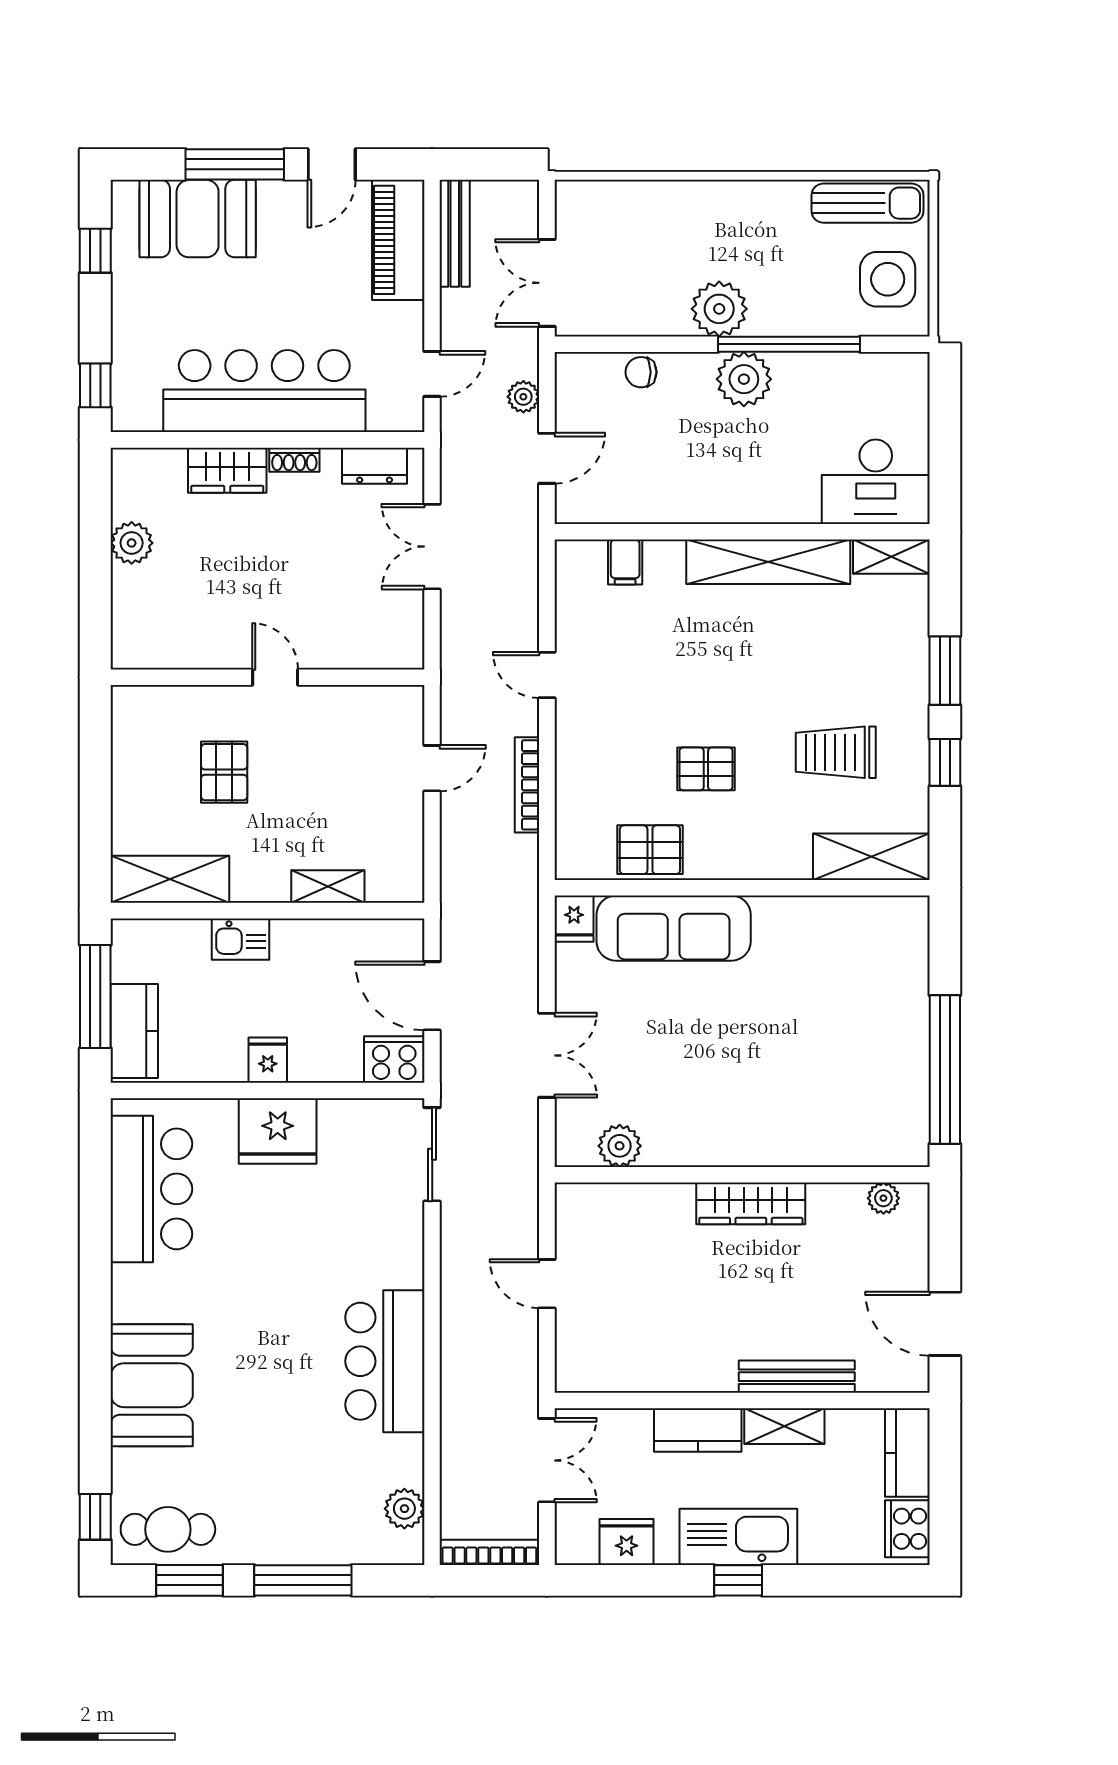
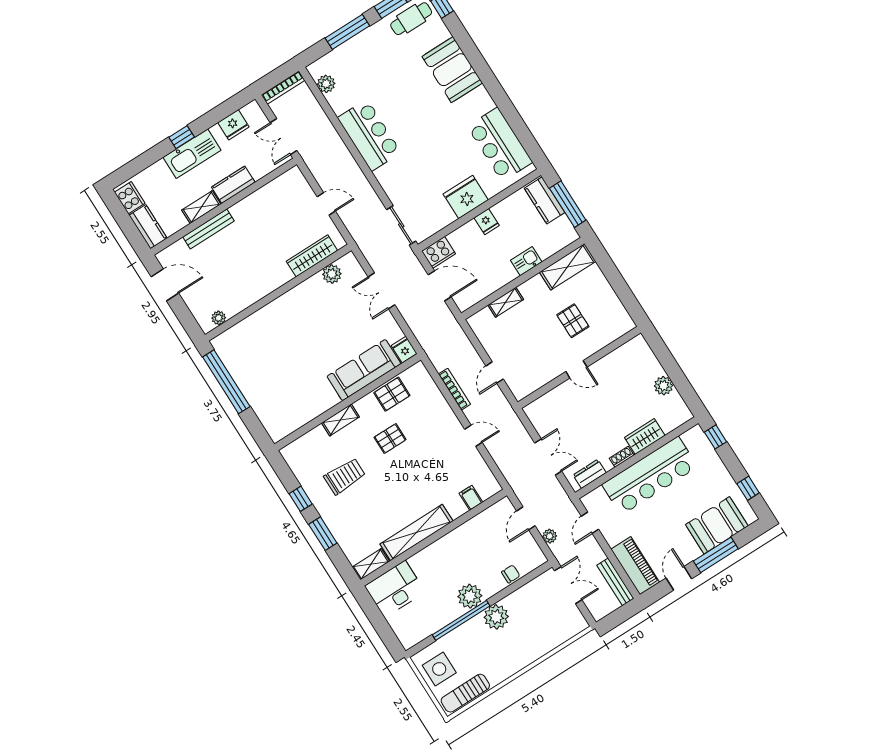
shelving: (871, 857) -> (340, 420), moved, width x0.67, depth x0.75
wardrobe: (751, 1203) -> (312, 256), moved

